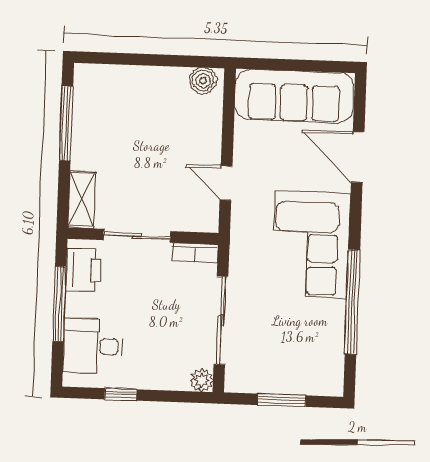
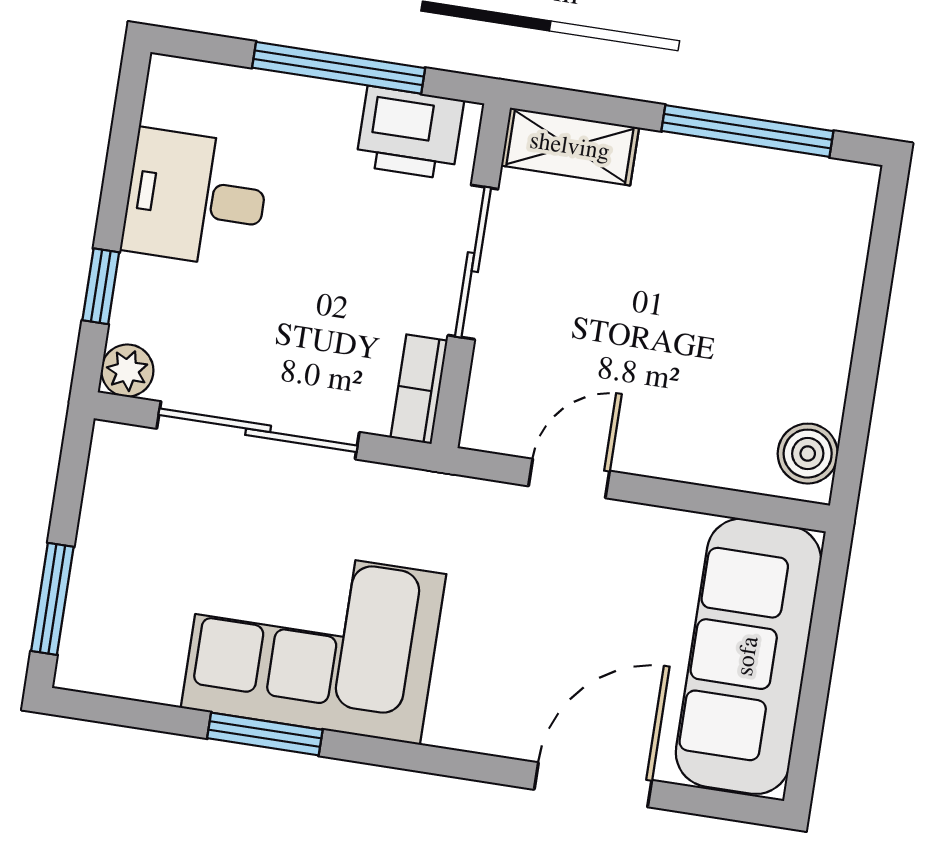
corner sofa: (311, 245) -> (314, 641), moved
window: (352, 302) -> (265, 734), width x0.47
desk: (93, 346) -> (196, 198), moved, turned -90
window: (121, 394) -> (101, 286), moved
window: (282, 400) -> (52, 599), moved

